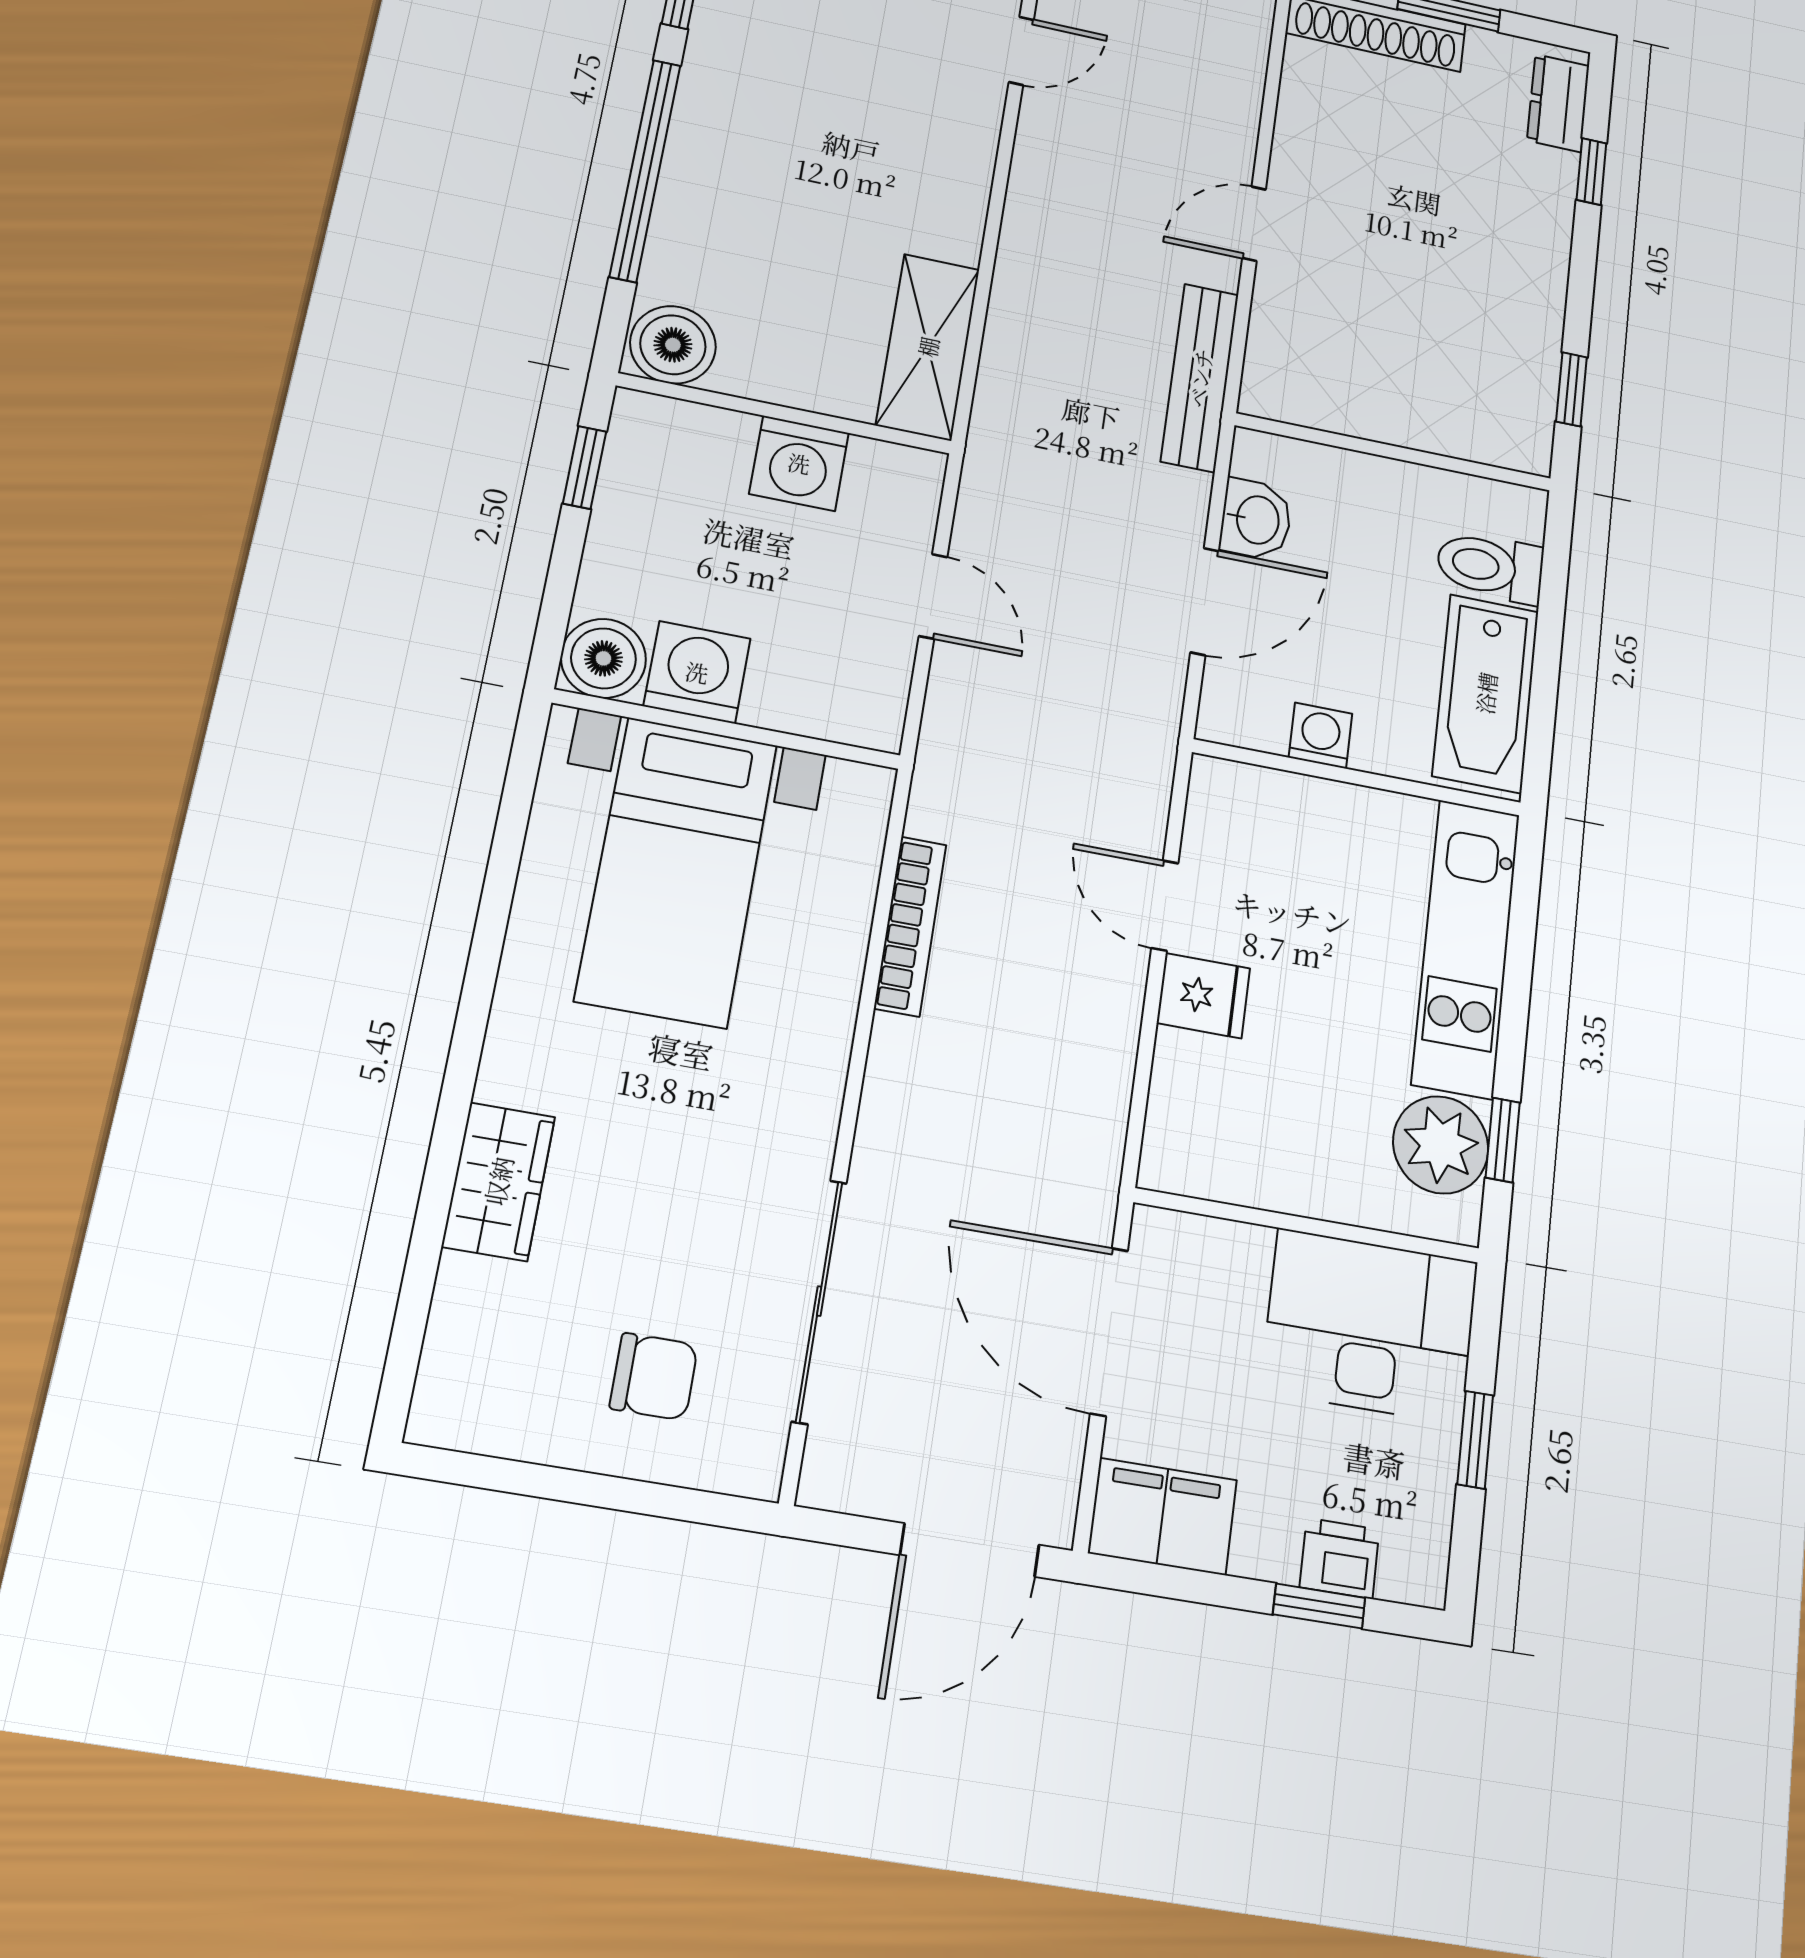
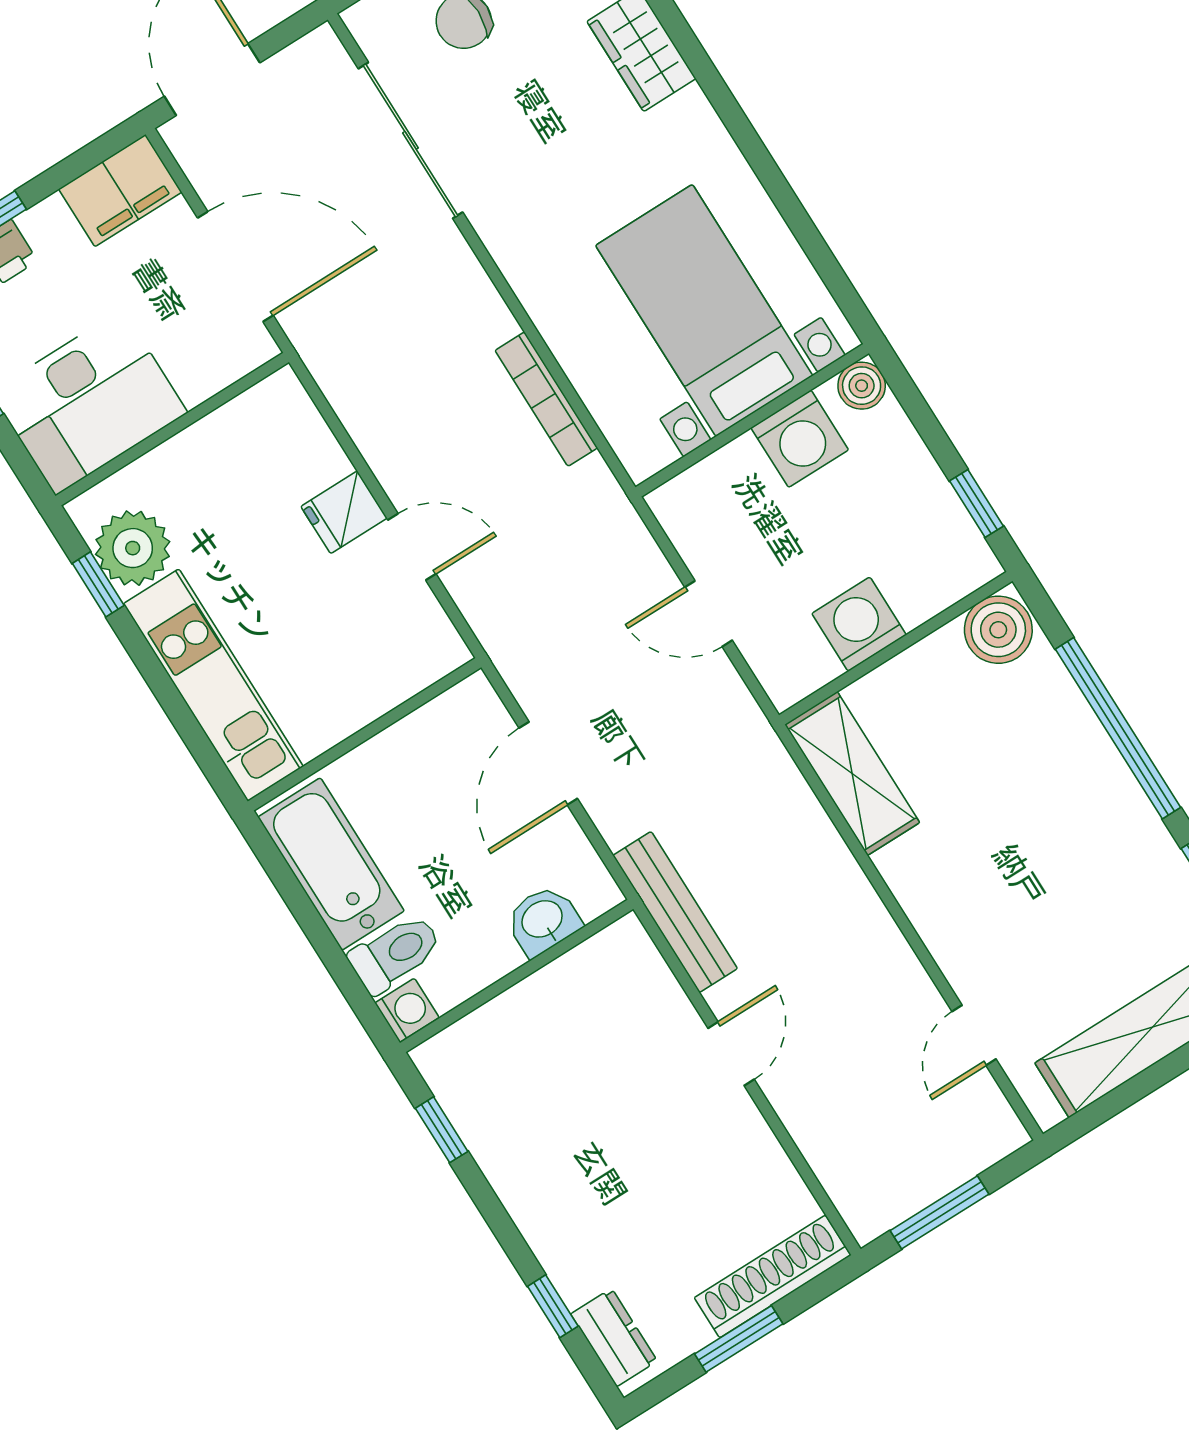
washbasin: (1256, 520) -> (543, 920), moved, turned 90
boiler: (603, 658) -> (862, 386), width x0.73, depth x0.73
washing machine: (1320, 736) -> (407, 1010), moved, turned -90

